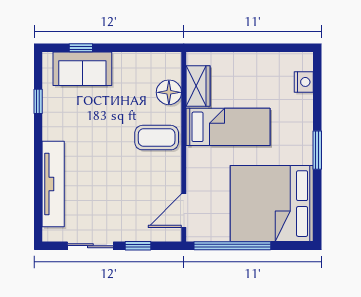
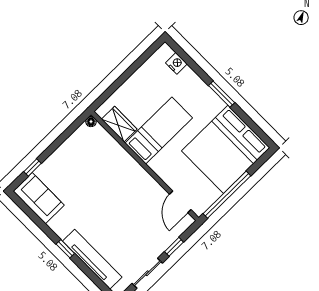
sofa: (82, 69) -> (39, 198), moved, turned -90
floor lamp: (169, 92) -> (91, 122), moved, width x0.53, depth x0.53
window: (38, 101) -> (65, 249), moved
coffee table: (157, 138) -> (125, 176), removed

